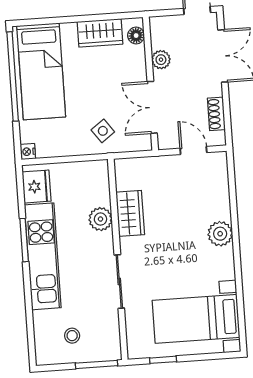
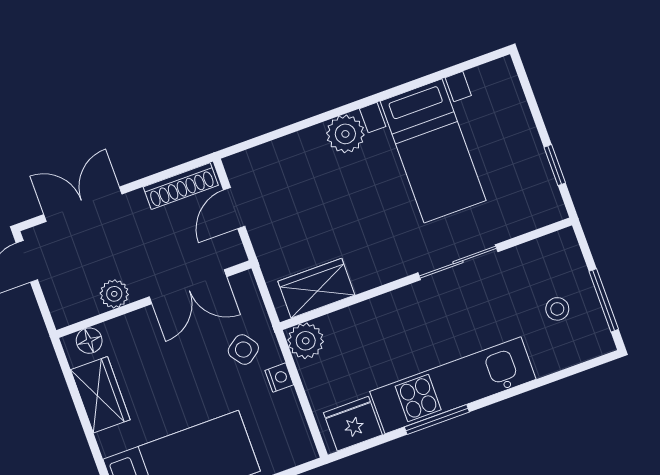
shoe rack: (216, 114) -> (181, 186), width x1.43
nightstand: (28, 152) -> (279, 378), moved, turned -90
wardrobe: (130, 213) -> (316, 288), moved
plant: (100, 219) -> (306, 341), moved
bed with nightstands: (196, 319) -> (433, 151), moved
window: (96, 364) -> (604, 300), moved

